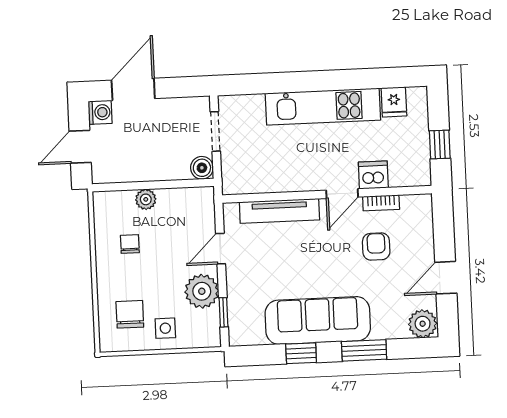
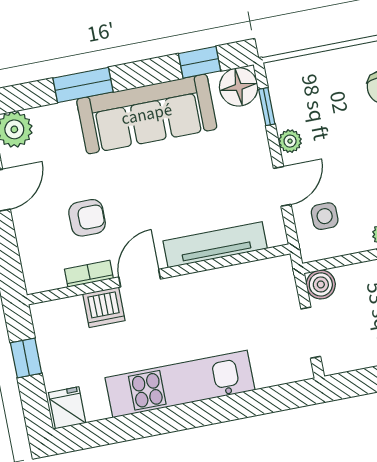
fridge: (394, 102) -> (67, 408), moved
armchair: (376, 247) -> (87, 218), turned -90
plant: (202, 291) -> (290, 141), width x0.53, depth x0.53
side table: (165, 328) -> (325, 216), moved
floor lamp: (243, 331) -> (239, 87), added
window: (301, 353) -> (200, 62), moved

